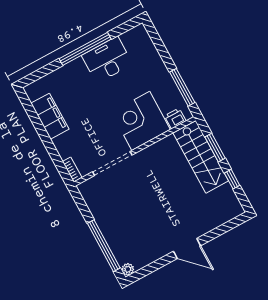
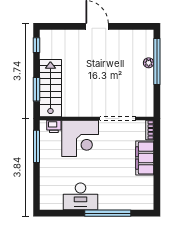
window: (85, 49) -> (108, 213), moved
filing cabinet: (50, 116) -> (145, 158), moved
window: (232, 179) -> (36, 45), moved
plant: (128, 269) -> (149, 63), moved

